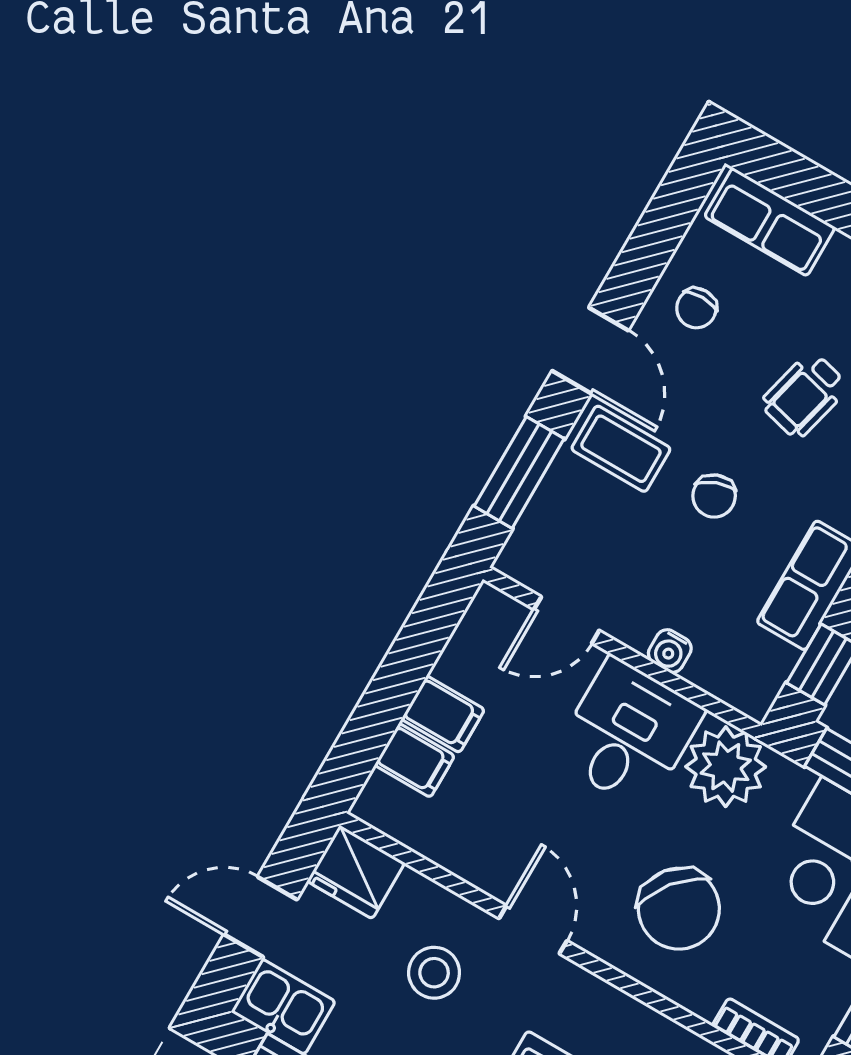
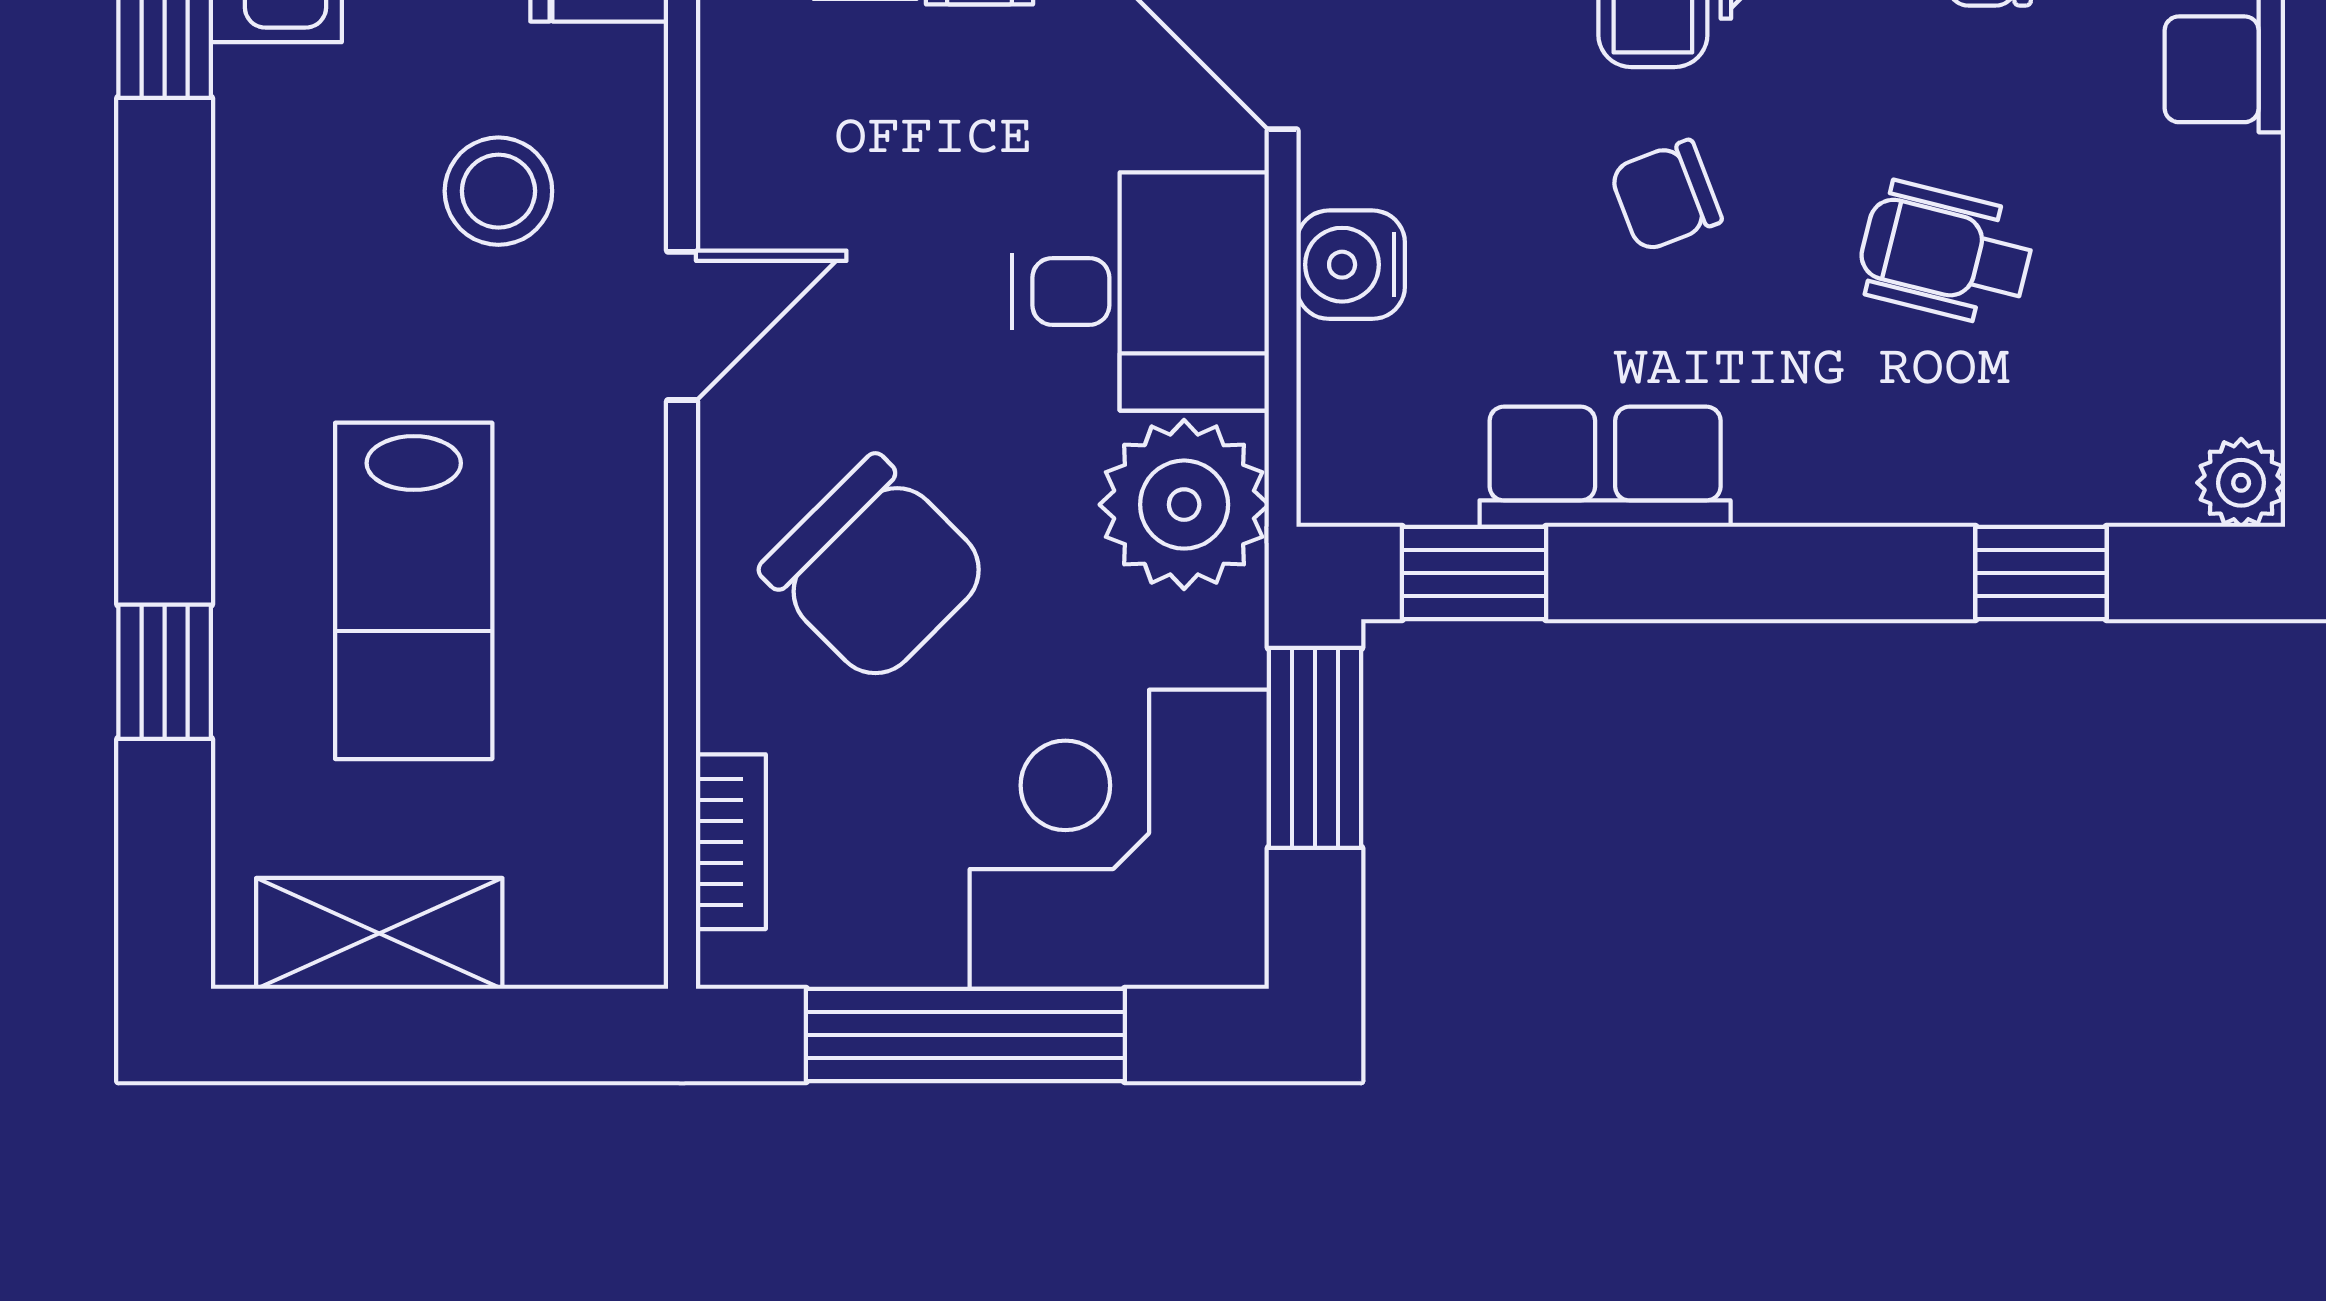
water cooler: (670, 651) -> (1351, 265), width x1.38, depth x1.38
chair: (679, 909) -> (875, 570), turned -84

